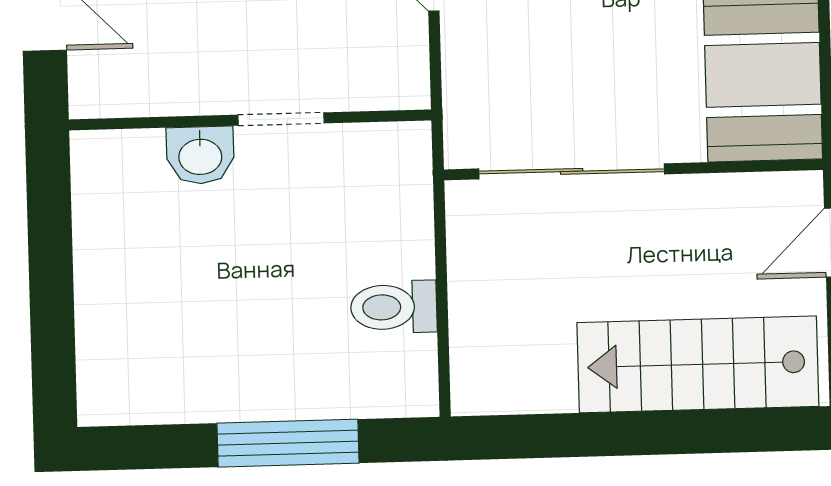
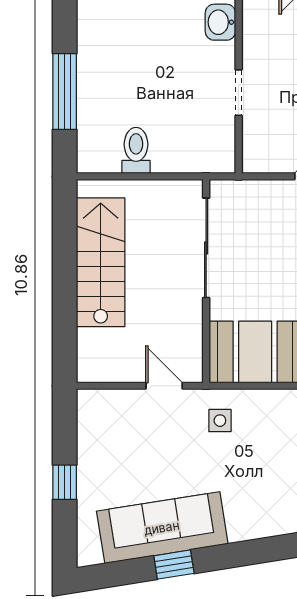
washbasin: (200, 155) -> (220, 22), moved
stairs: (698, 364) -> (101, 262), moved

